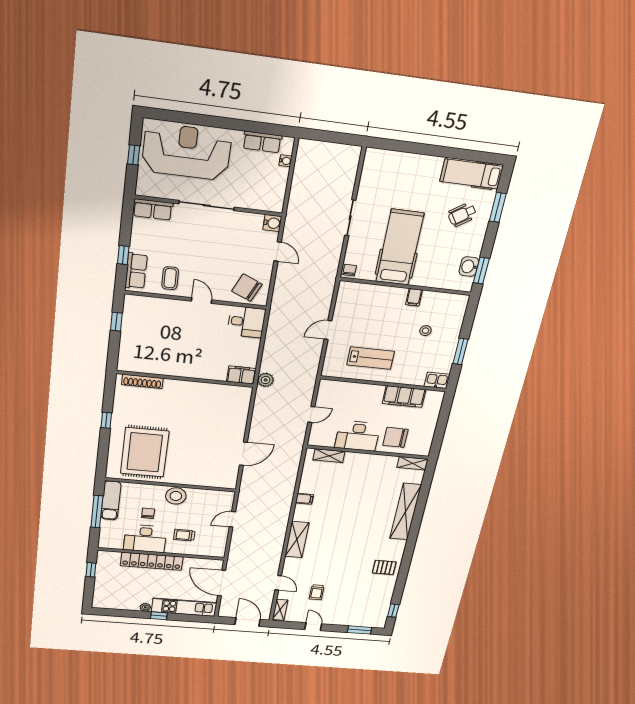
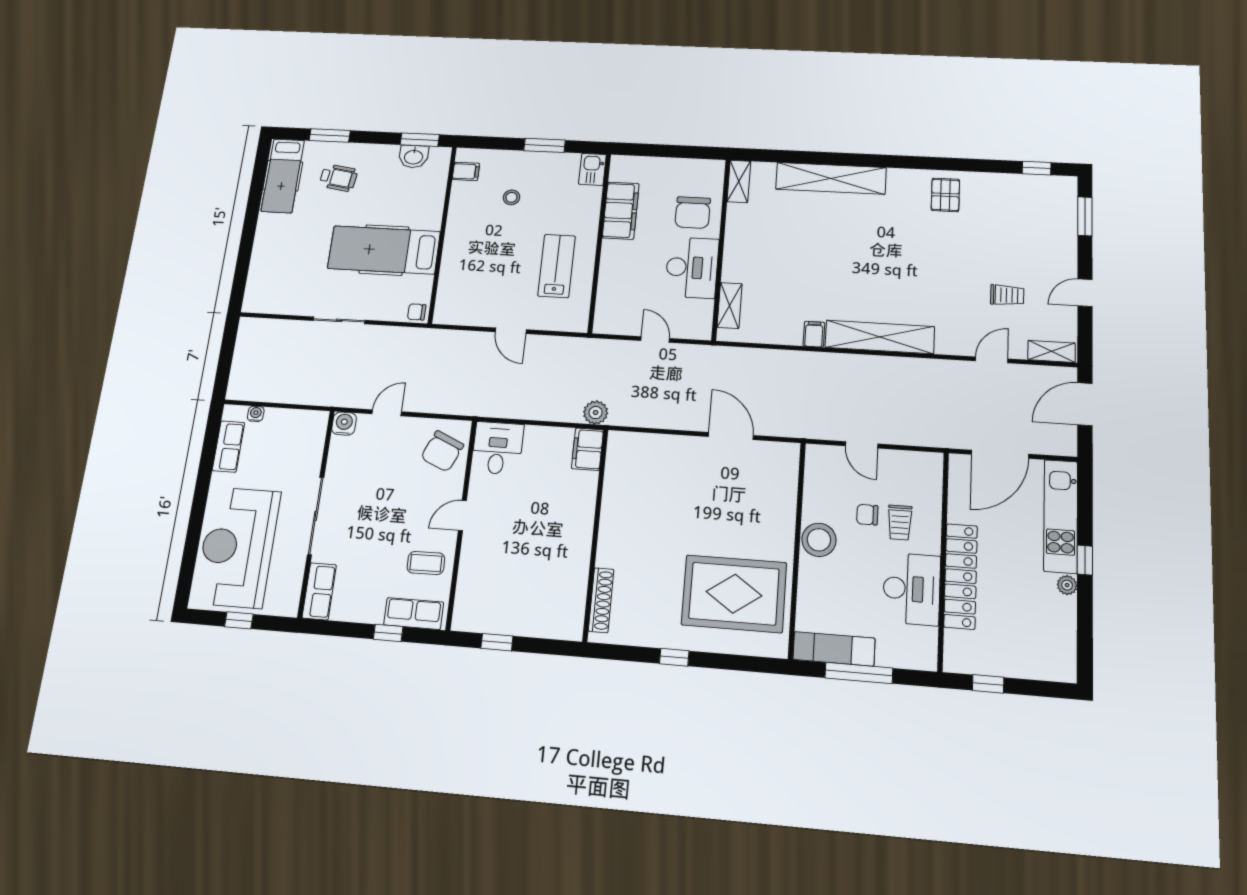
wheelchair: (462, 215) -> (338, 178), turned -48
filing cabinet: (414, 297) -> (466, 171), moved
chair: (148, 513) -> (867, 515), moved
shelving: (297, 539) -> (880, 337), width x1.47

